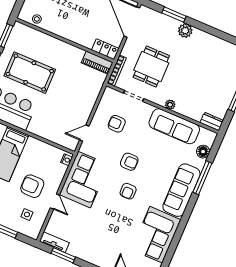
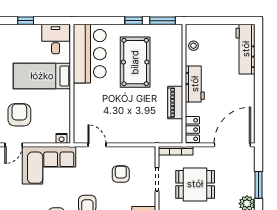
workbench: (69, 31) -> (195, 84), added
piano: (97, 63) -> (175, 103), moved

